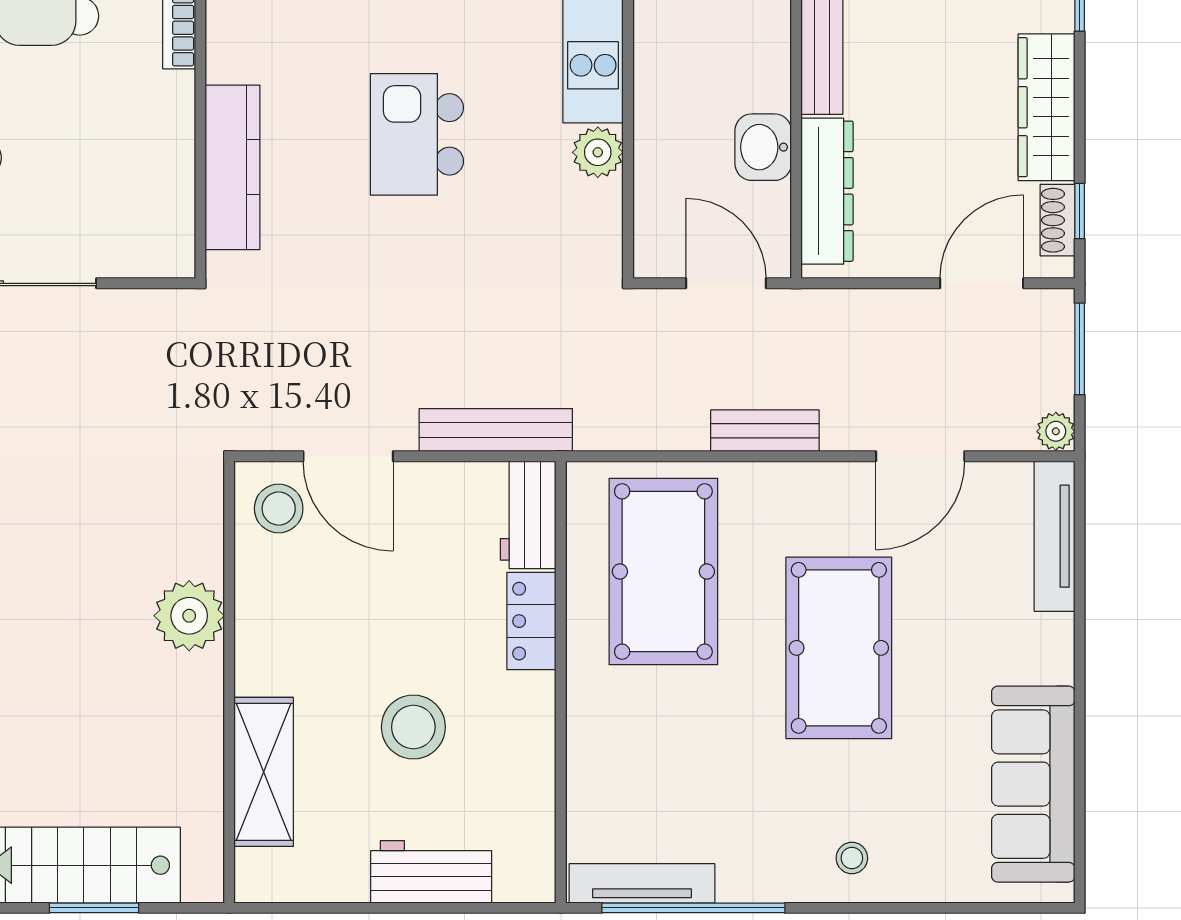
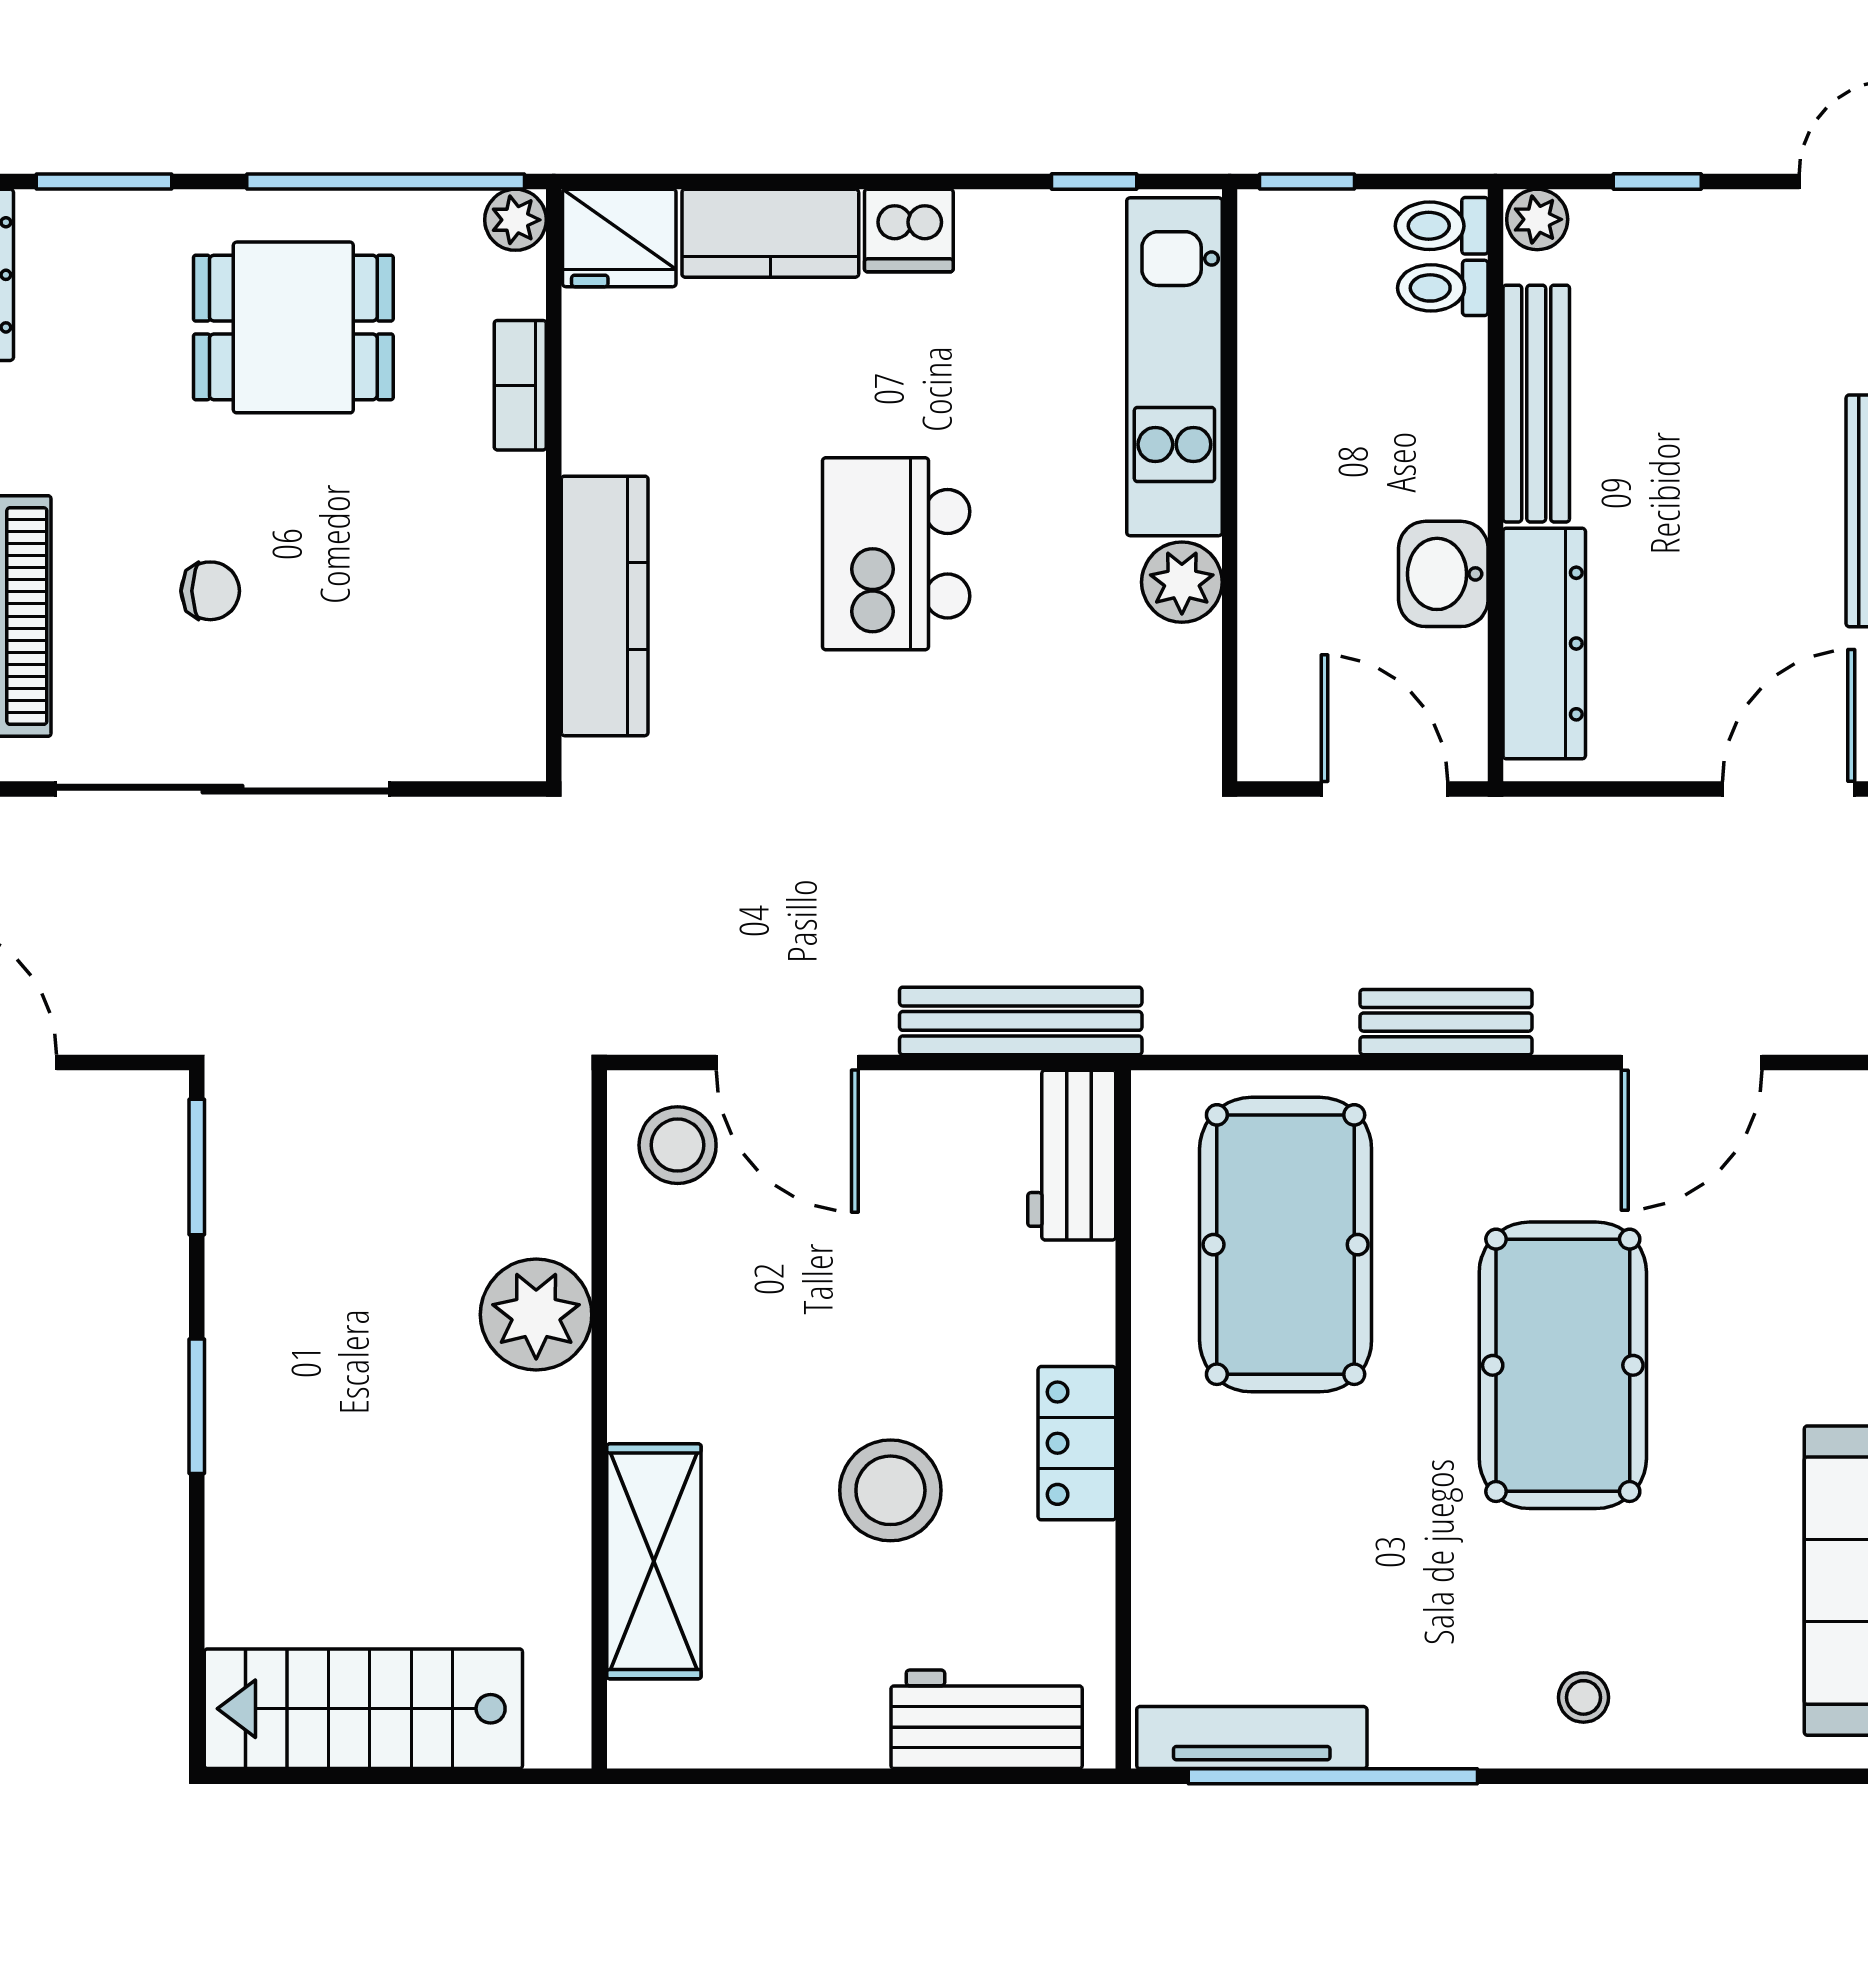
locker: (531, 621) -> (1077, 1443), moved
workbench: (431, 872) -> (987, 1719), moved
window: (94, 908) -> (386, 1776), removed

